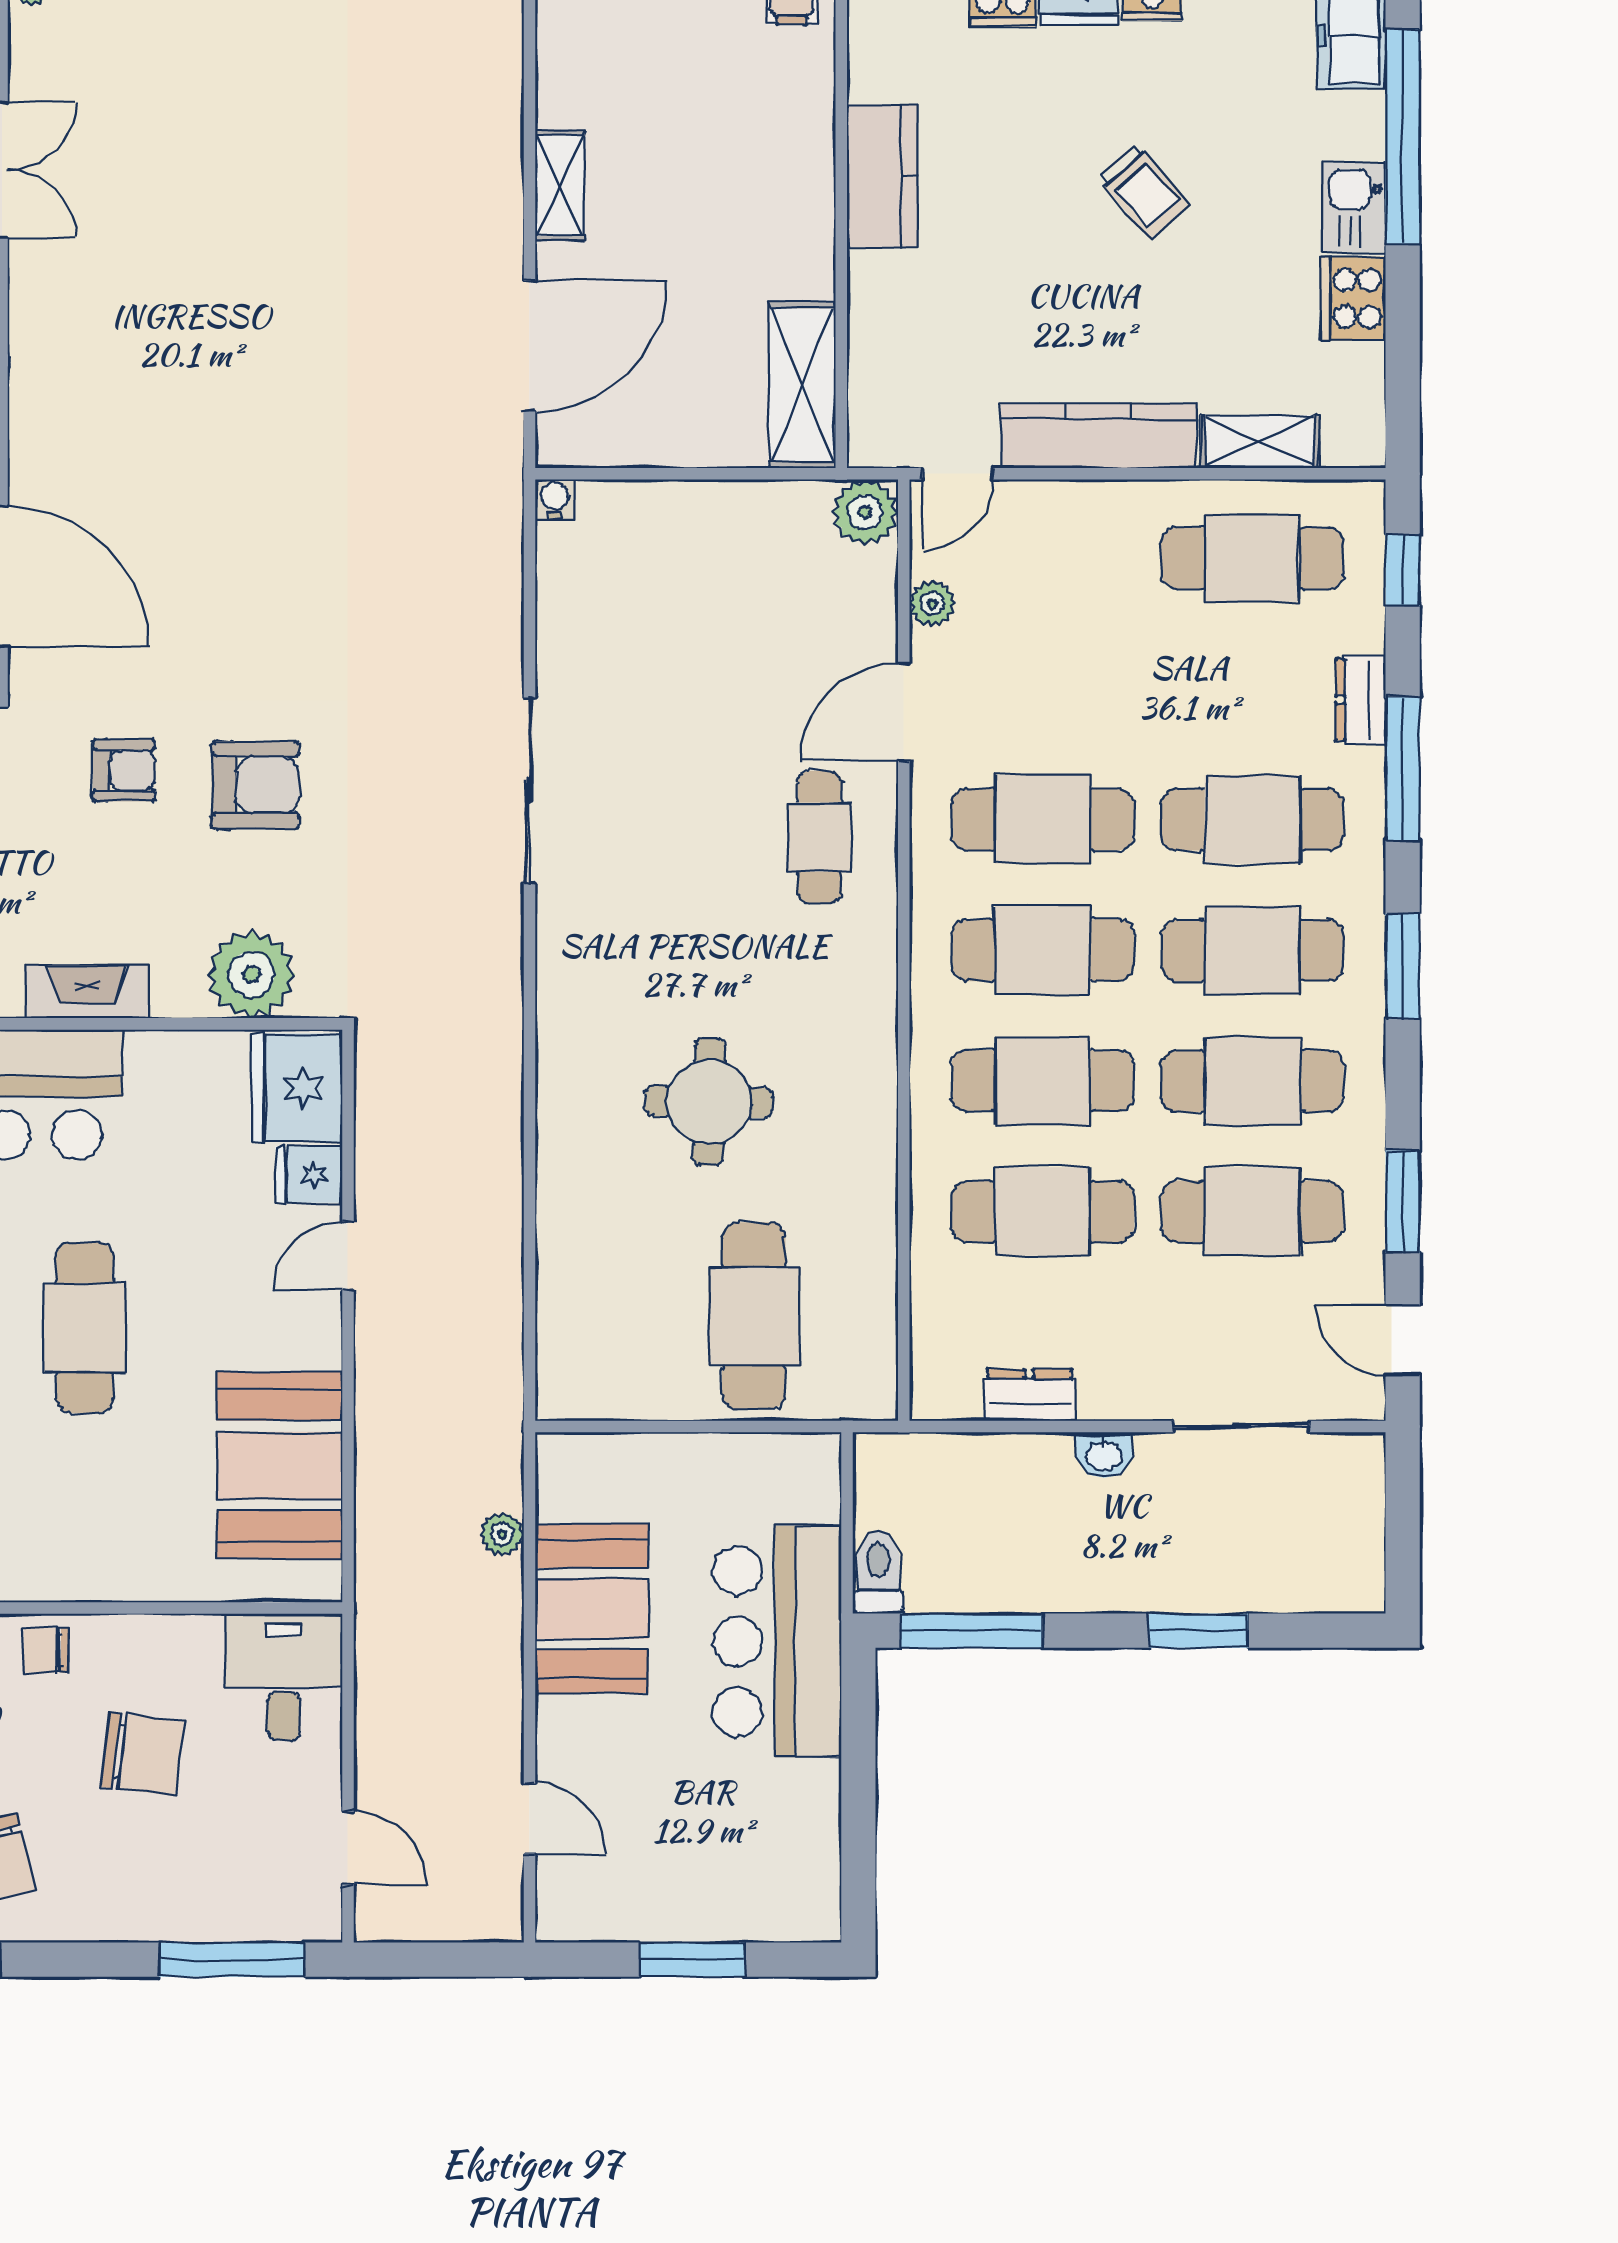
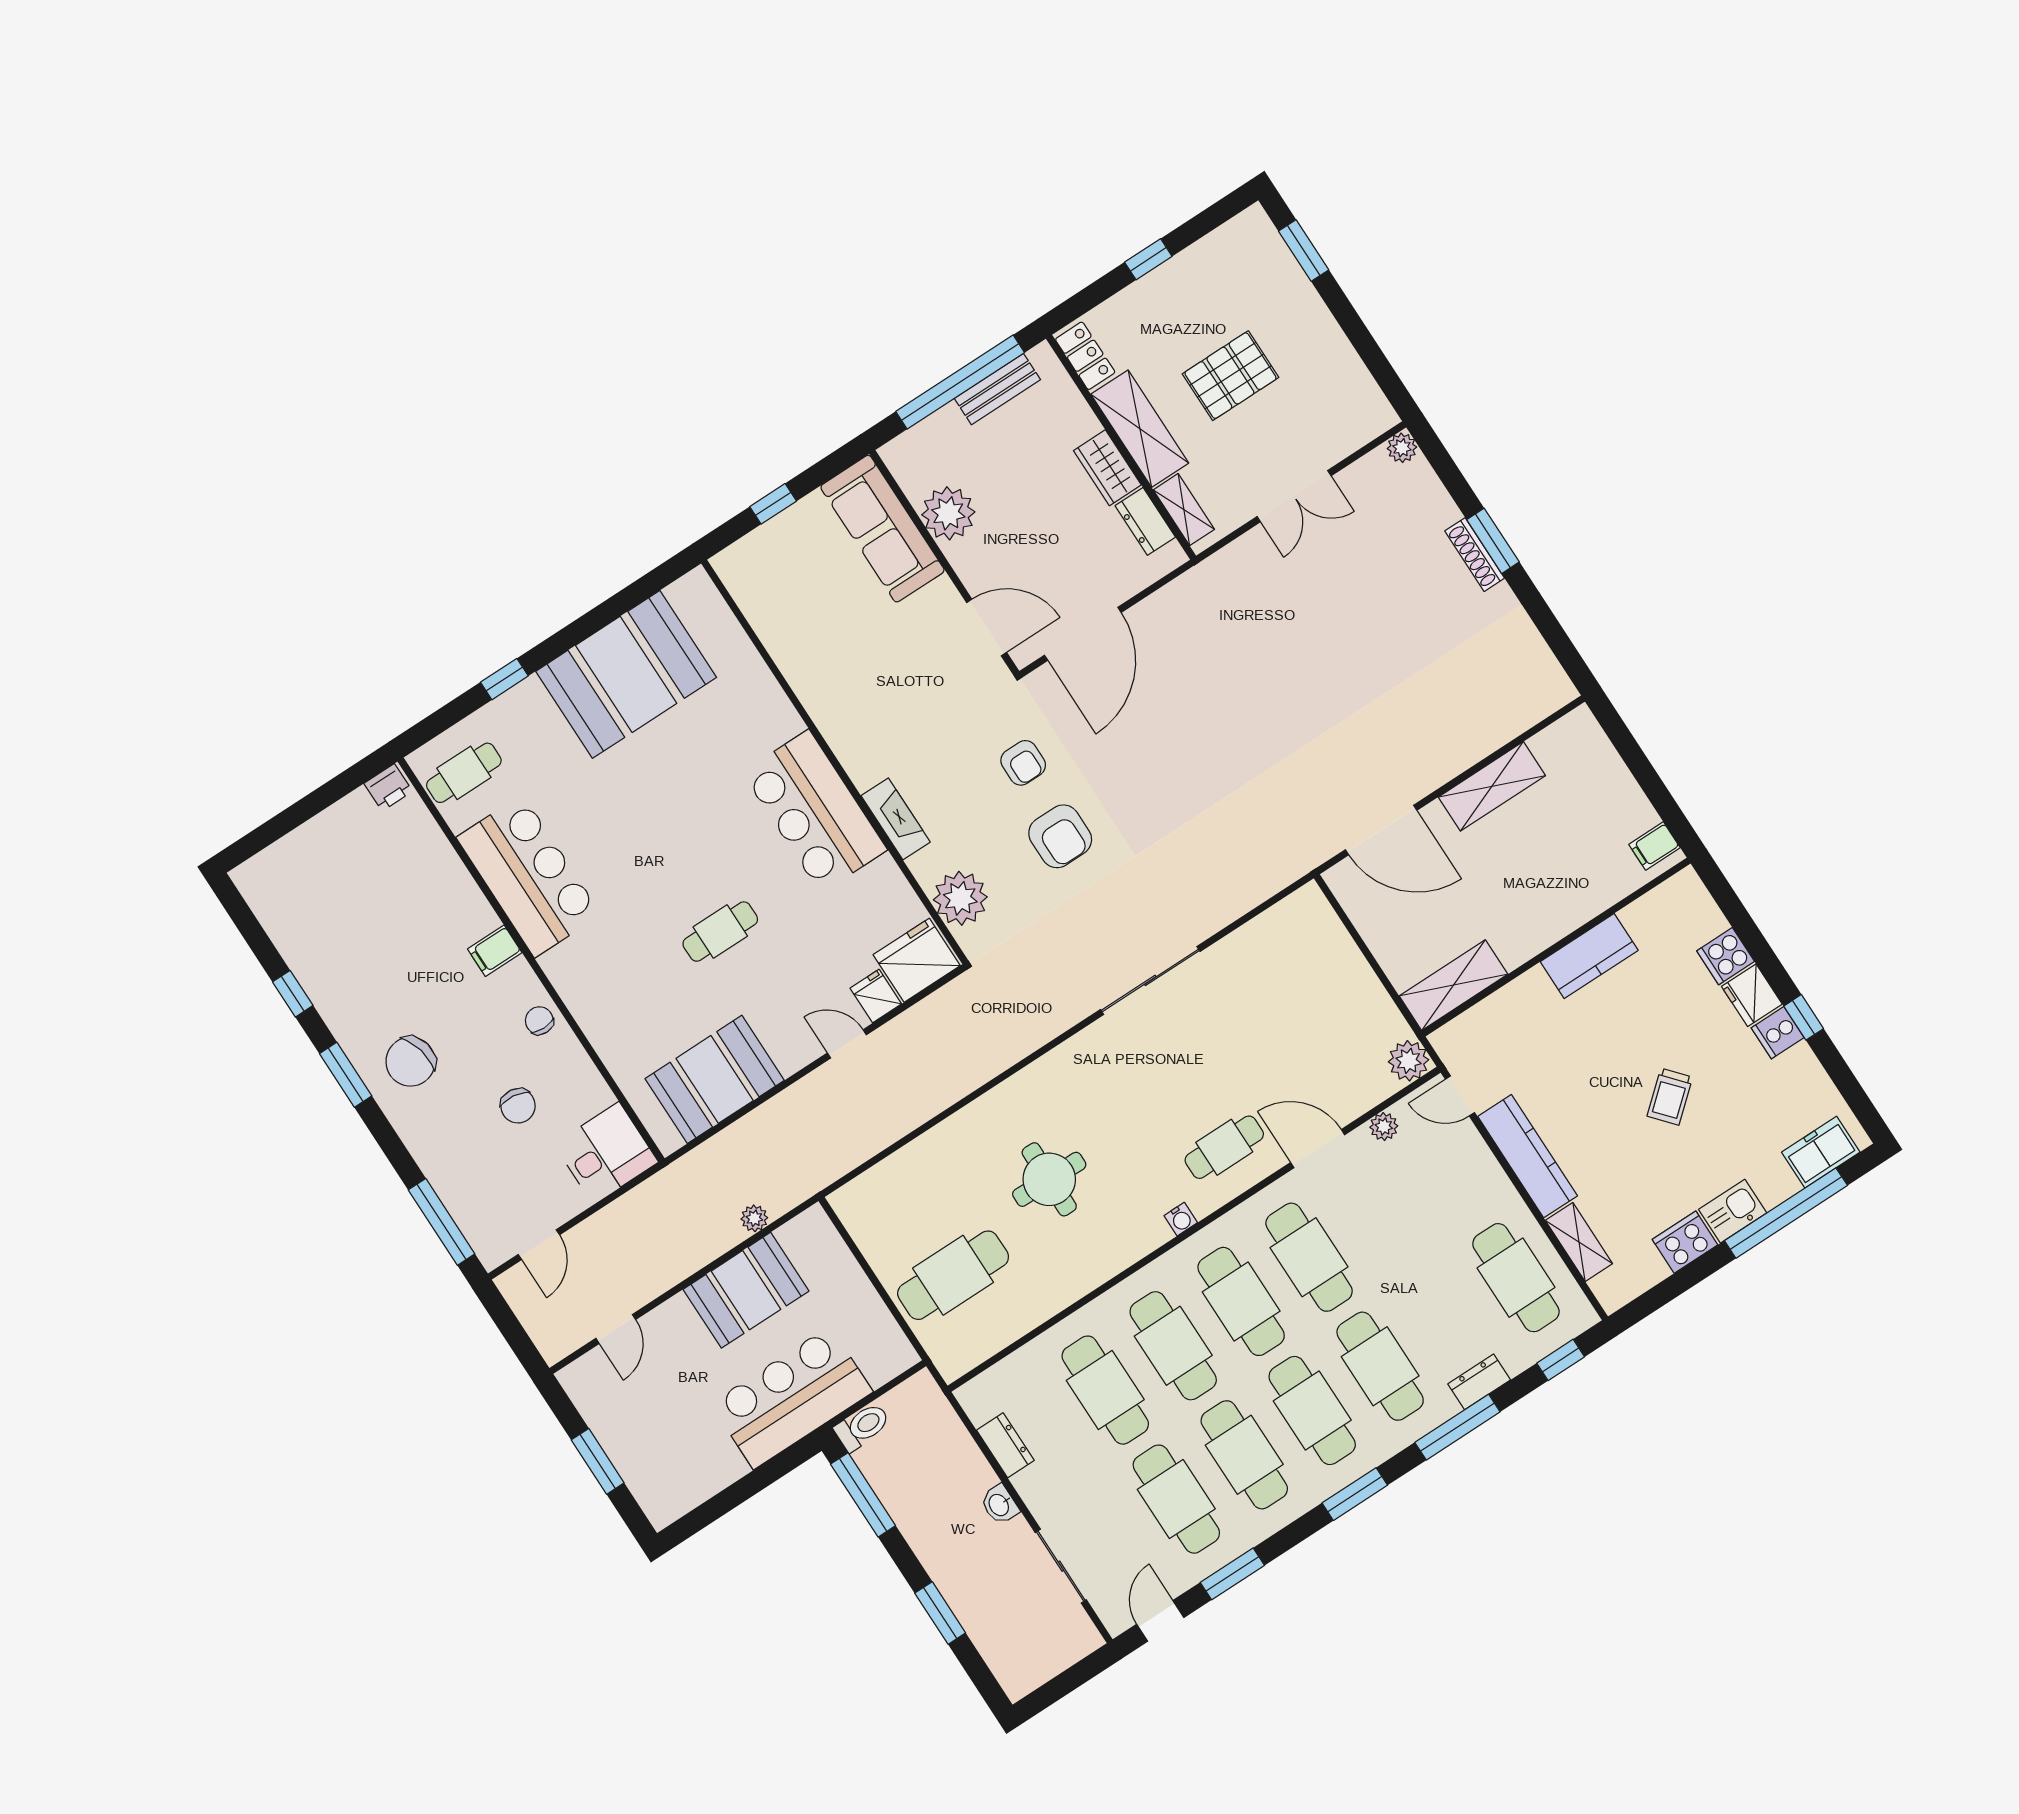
shelving: (560, 186) -> (1492, 786), width x1.50, depth x1.33
water cooler: (555, 499) -> (1181, 1219), moved, turned 90
cafe table: (85, 1328) -> (720, 932), width x0.73, depth x0.74
chair: (142, 1754) -> (518, 1106), width x0.73, depth x0.73

